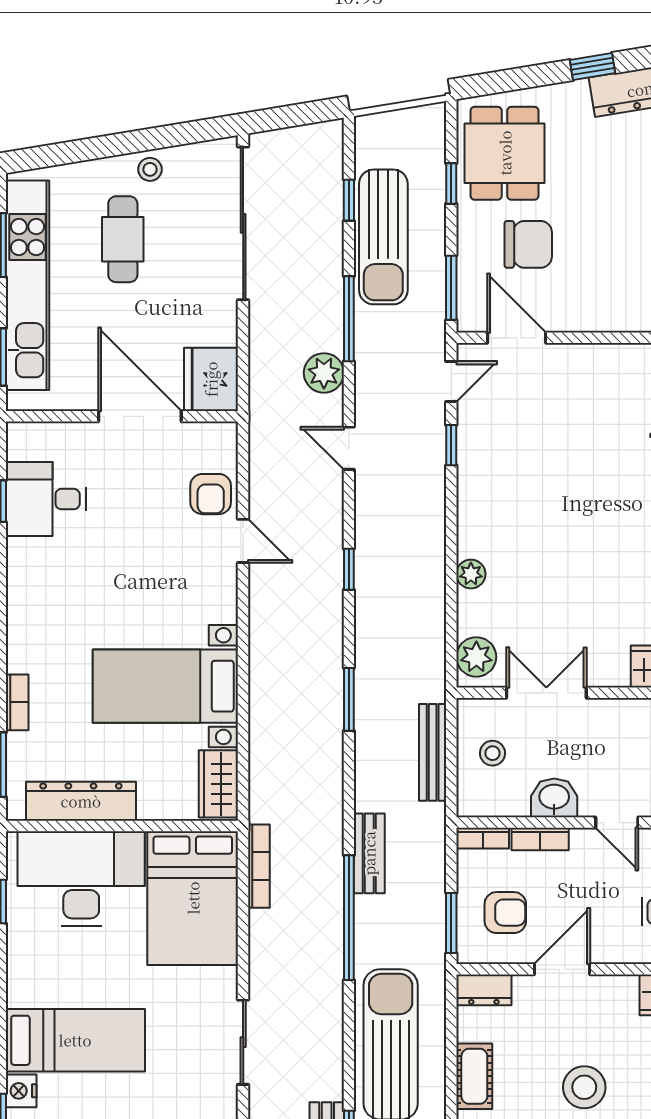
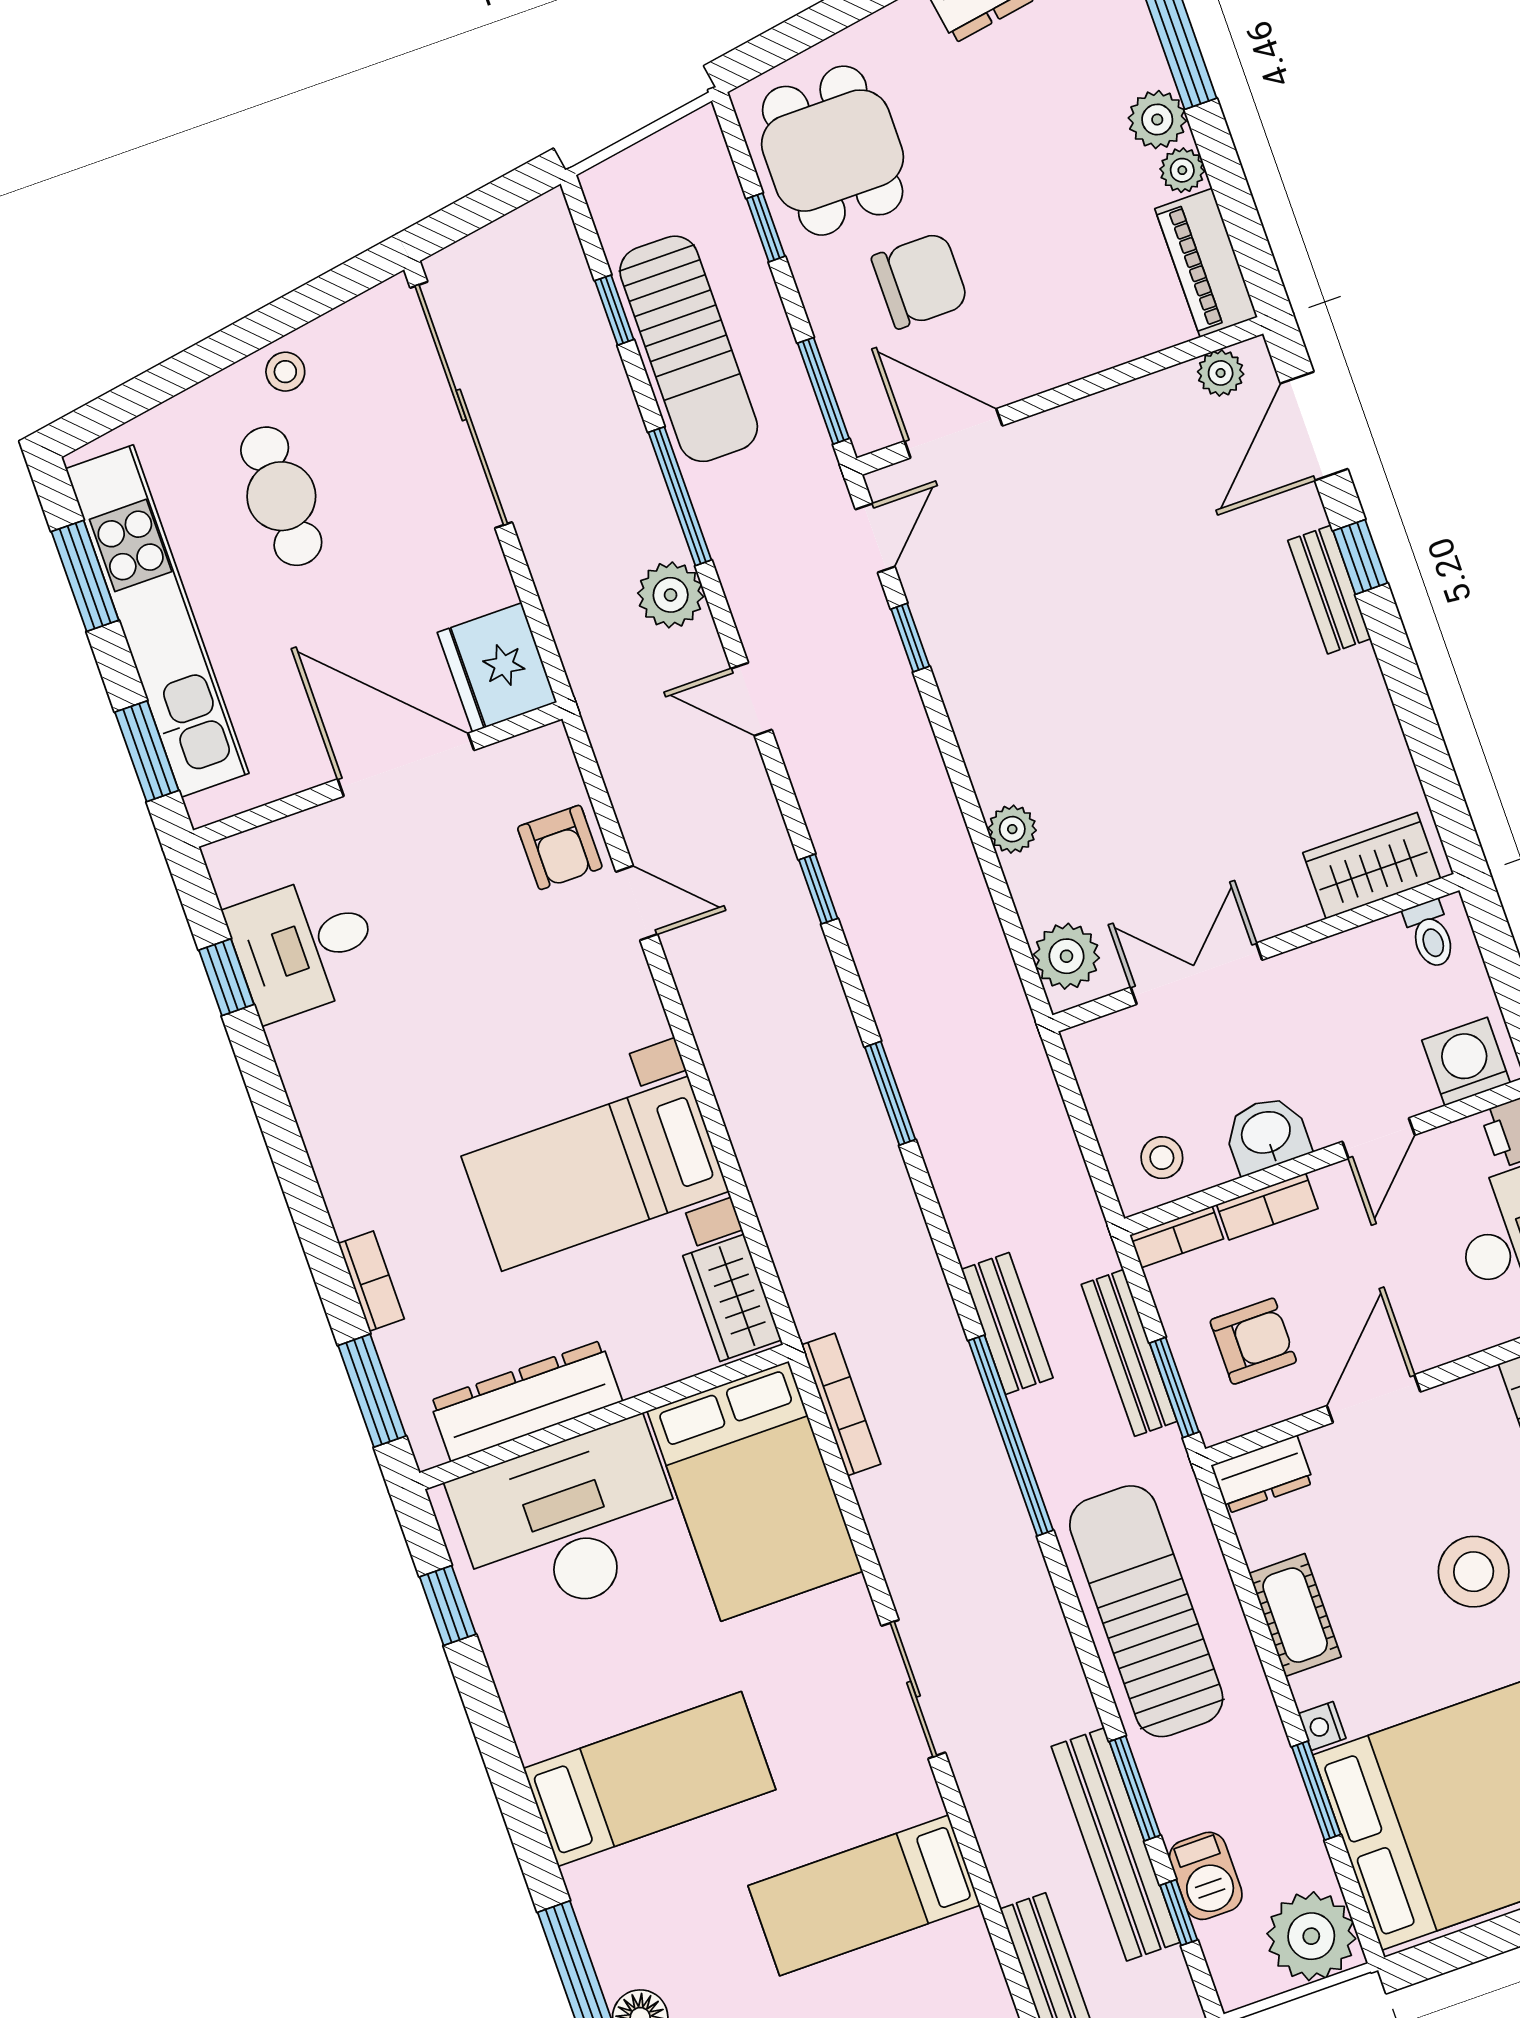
bench: (433, 752) -> (1129, 1353), moved
stool: (493, 753) -> (1162, 1158), moved
door: (617, 823) -> (1379, 1138), hinge flipped
nightstand: (21, 1091) -> (592, 1888), removed

